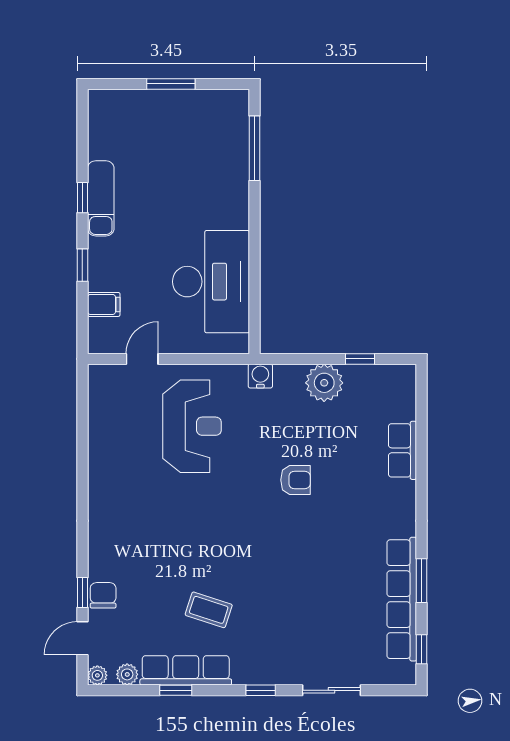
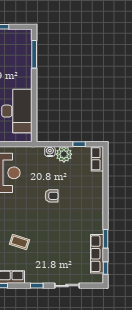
water cooler: (260, 376) -> (50, 151), moved
row of seats: (402, 450) -> (97, 159), moved
row of seats: (402, 599) -> (97, 254), width x0.73
coffee table: (209, 610) -> (20, 242), moved

